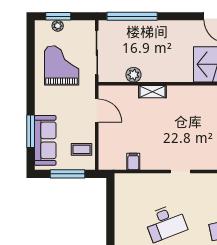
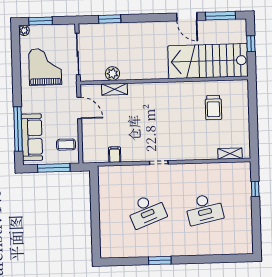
window: (132, 16) -> (110, 19), width x0.47
plant: (58, 26) -> (24, 30), moved
shelving: (152, 92) -> (115, 89), moved
window: (31, 131) -> (18, 129), width x1.46

